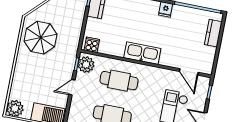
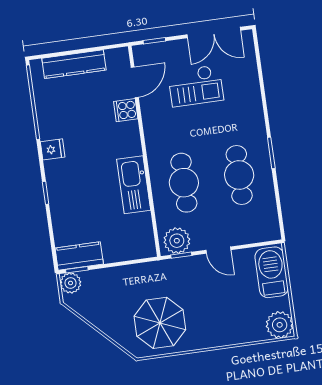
kitchen counter: (213, 33) -> (74, 64), width x1.50
cooker: (92, 45) -> (126, 110), moved
kitchen sink: (142, 53) -> (134, 185), moved

